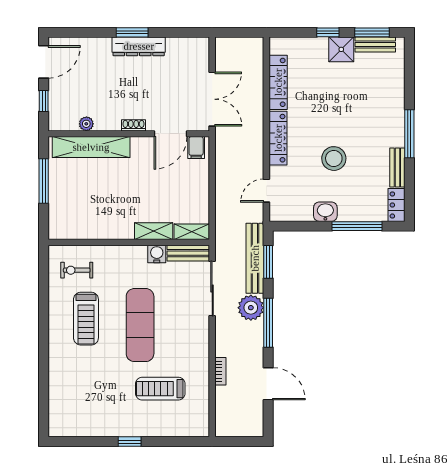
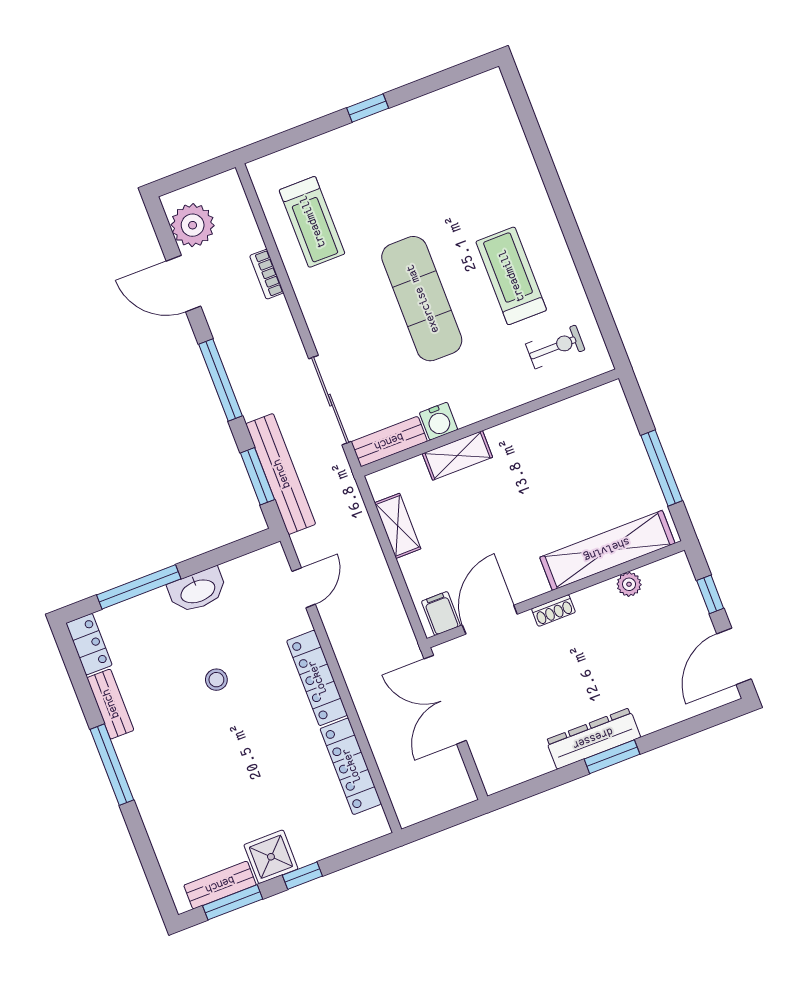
stool: (334, 159) -> (216, 680), width x0.53, depth x0.53
washbasin: (325, 212) -> (198, 590), width x1.38
shelving: (192, 232) -> (398, 526), moved, turned 90
plant: (251, 308) -> (193, 225), moved
treadmill: (160, 389) -> (312, 222), moved, turned 90

